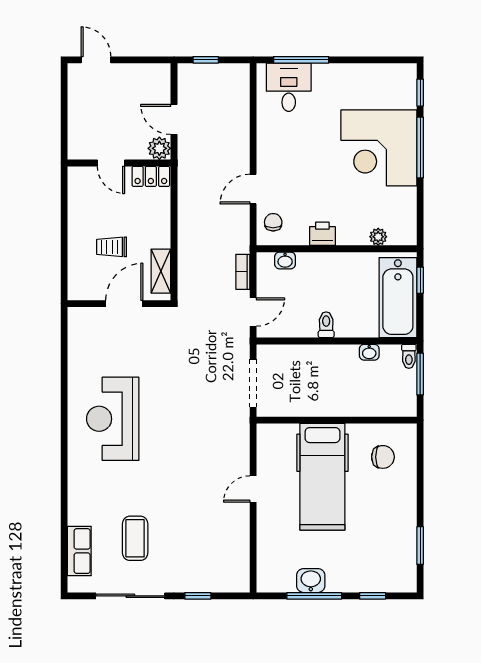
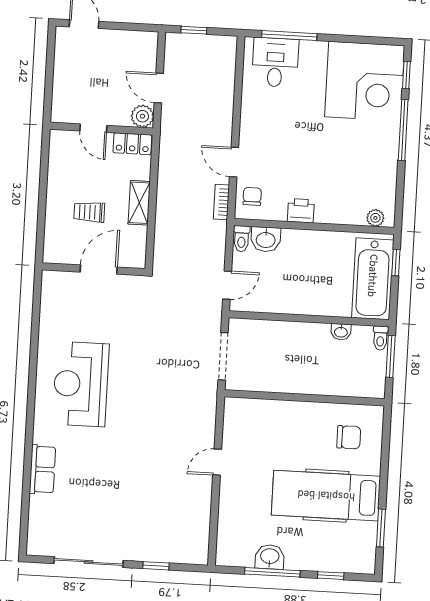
corner desk: (379, 148) -> (365, 81), moved, turned -90
door: (253, 189) -> (234, 162), hinge flipped
plant: (378, 237) -> (375, 218), moved
washbasin: (285, 260) -> (266, 239), width x1.38, depth x1.45
shelving: (161, 271) -> (139, 203), moved
bookcase: (243, 272) -> (221, 202), moved
toilet: (326, 325) -> (242, 239), moved, turned 180
hospital bed: (322, 477) -> (326, 496), moved, turned 90
coffee table: (135, 538) -> (96, 505), removed
row of seats: (79, 551) -> (42, 469), moved

